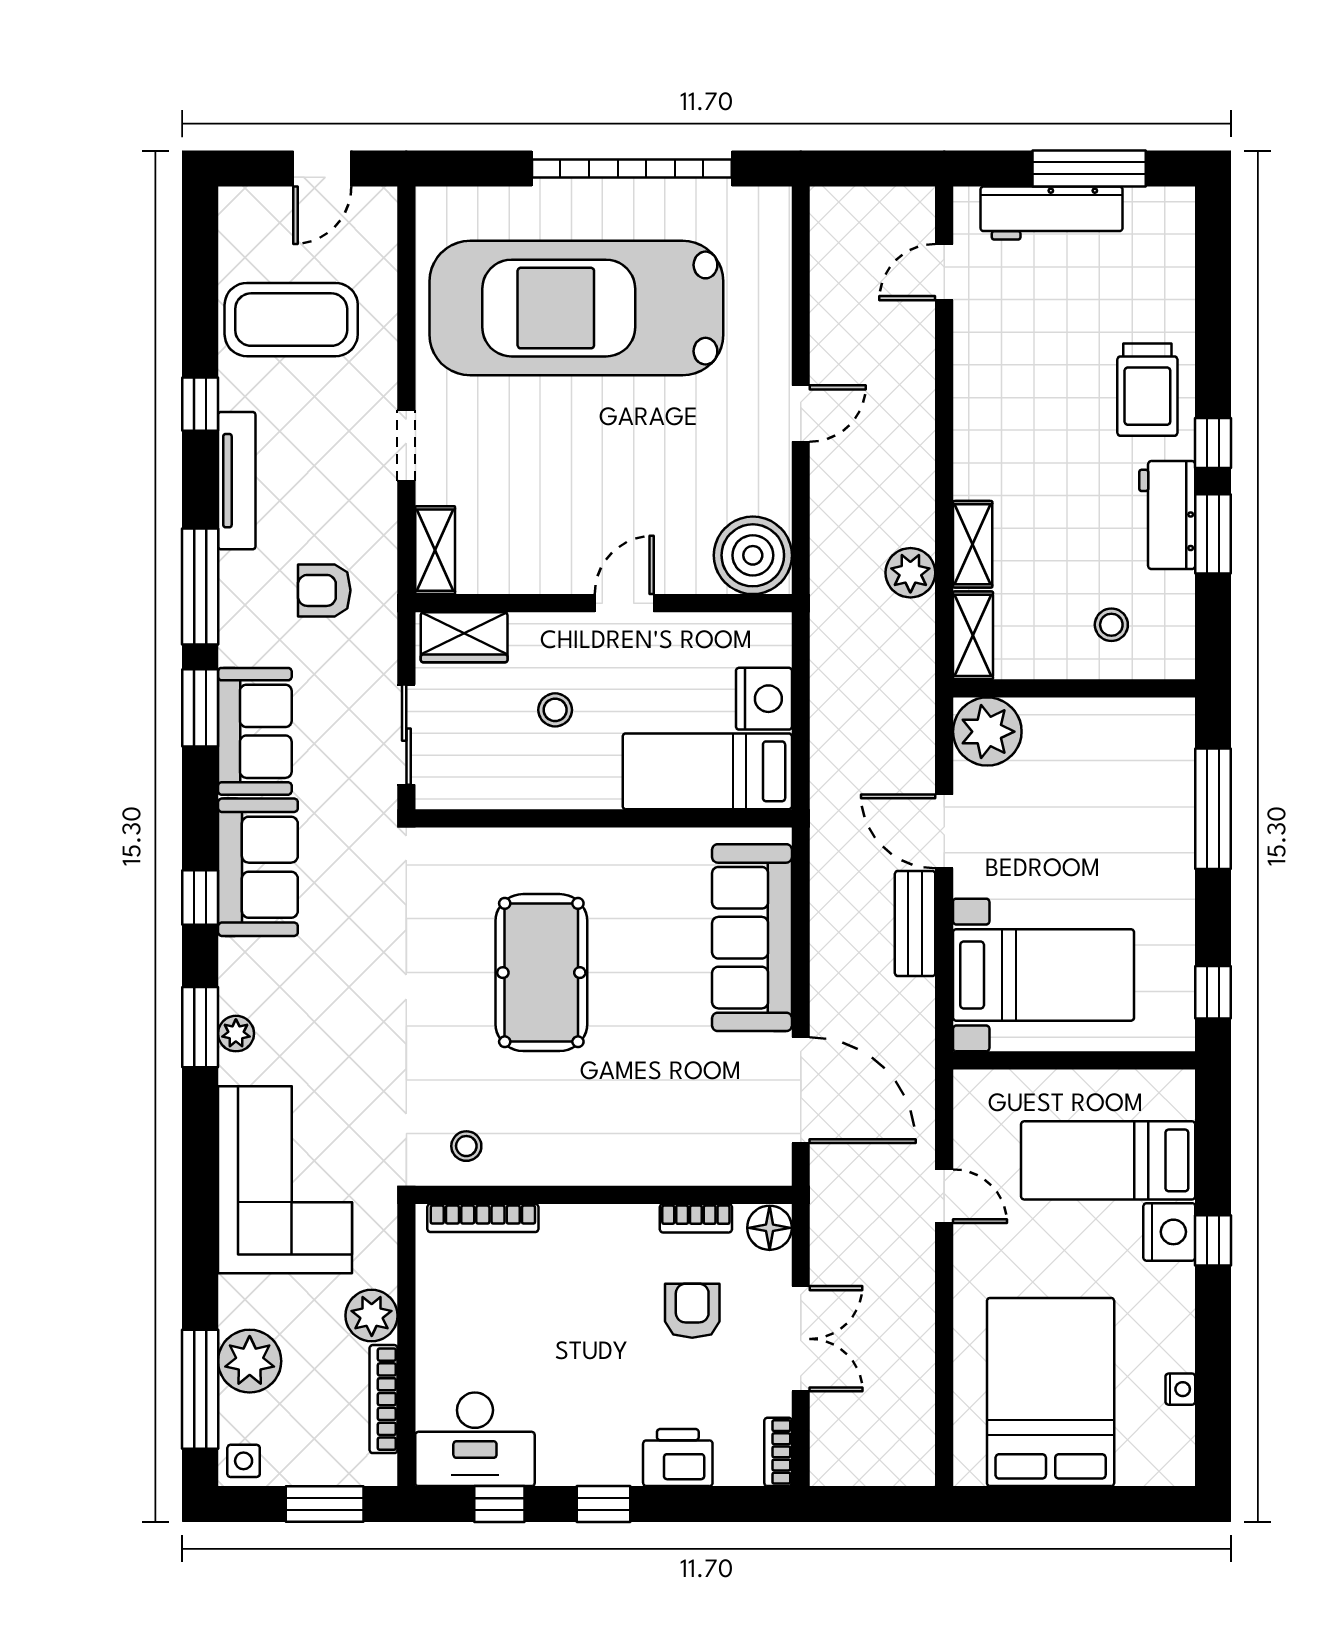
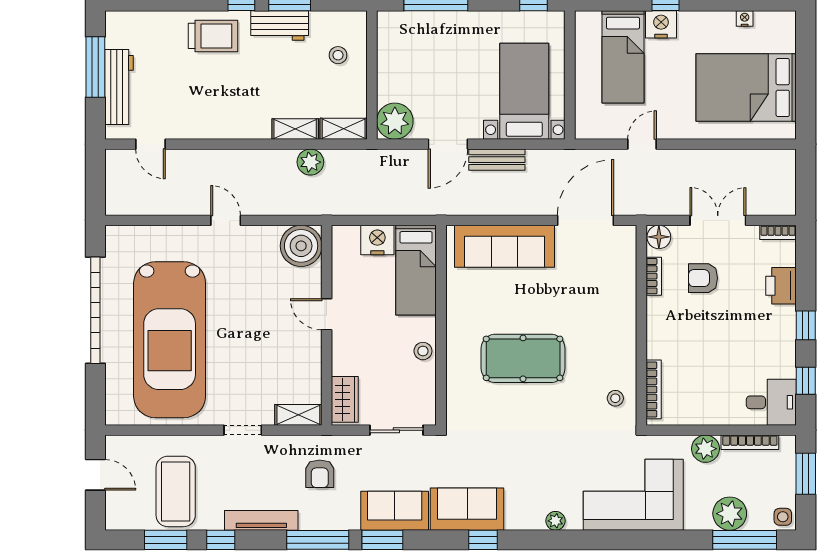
stool: (555, 710) -> (423, 351), moved
window: (200, 1027) -> (166, 540), moved
desk: (475, 1439) -> (771, 402), width x0.73

